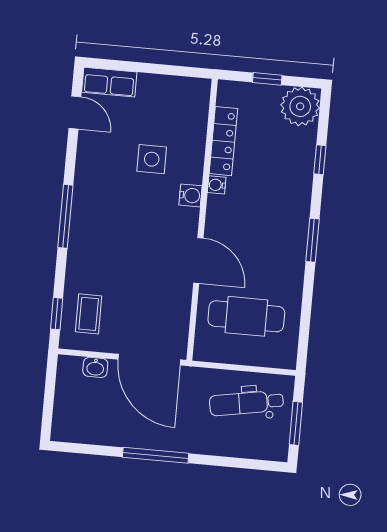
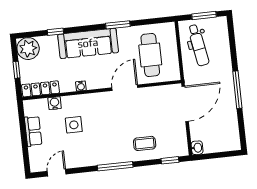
row of seats: (109, 82) -> (33, 131), moved
locker: (223, 141) -> (41, 89), moved
water cooler: (191, 195) -> (55, 103), moved
sofa: (288, 212) -> (88, 43), added
window: (313, 240) -> (118, 25), moved
coffee table: (89, 314) -> (145, 143), moved
washbasin: (95, 367) -> (197, 148), moved

